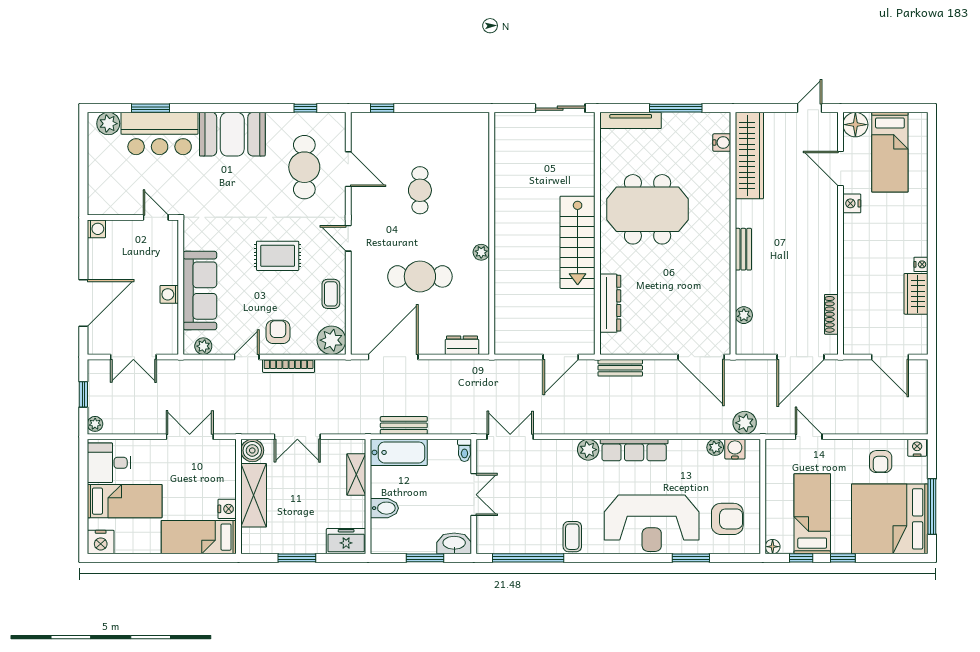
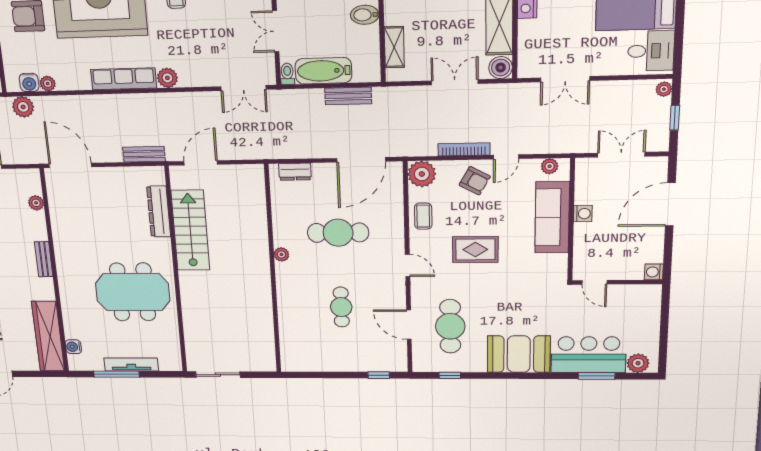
tv unit: (631, 120) -> (131, 364), moved
stairs: (578, 242) -> (190, 230), moved
armchair: (278, 332) -> (475, 181), turned -61
bathtub: (399, 452) -> (323, 71), moved

